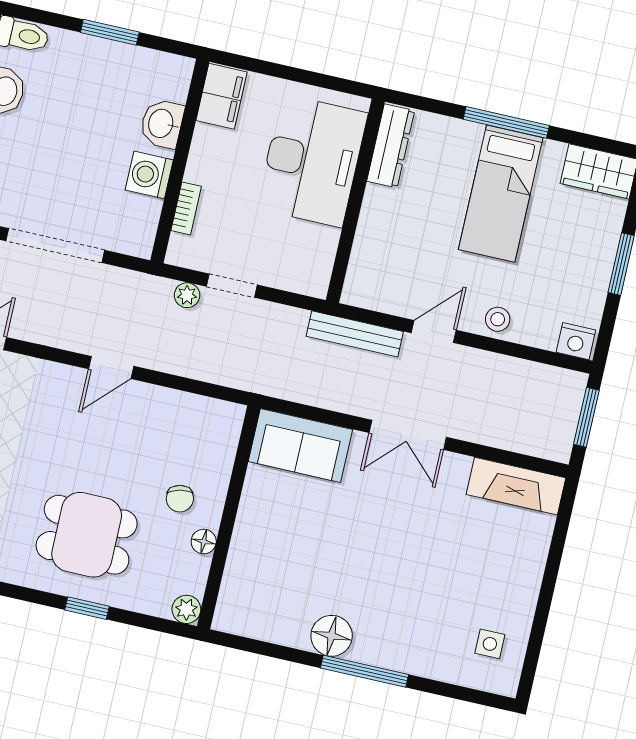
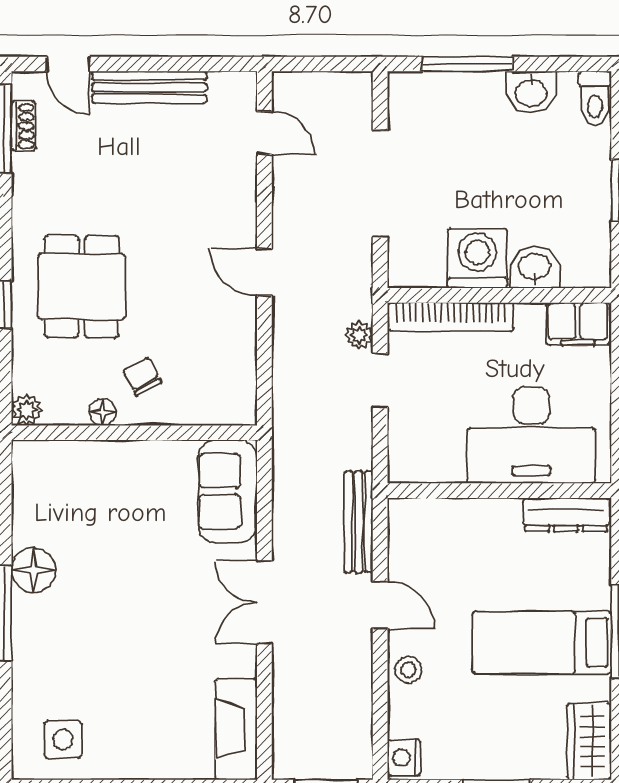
washing machine: (149, 175) -> (477, 258), width x1.37, depth x1.37
bookcase: (186, 208) -> (451, 317), width x2.31, depth x1.31
chair: (180, 499) -> (142, 377), turned 75
side table: (490, 644) -> (63, 739), width x1.37, depth x1.37

